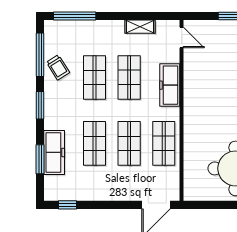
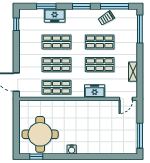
freezer: (170, 85) -> (95, 91), width x0.71
freezer: (54, 152) -> (55, 16), width x0.71

